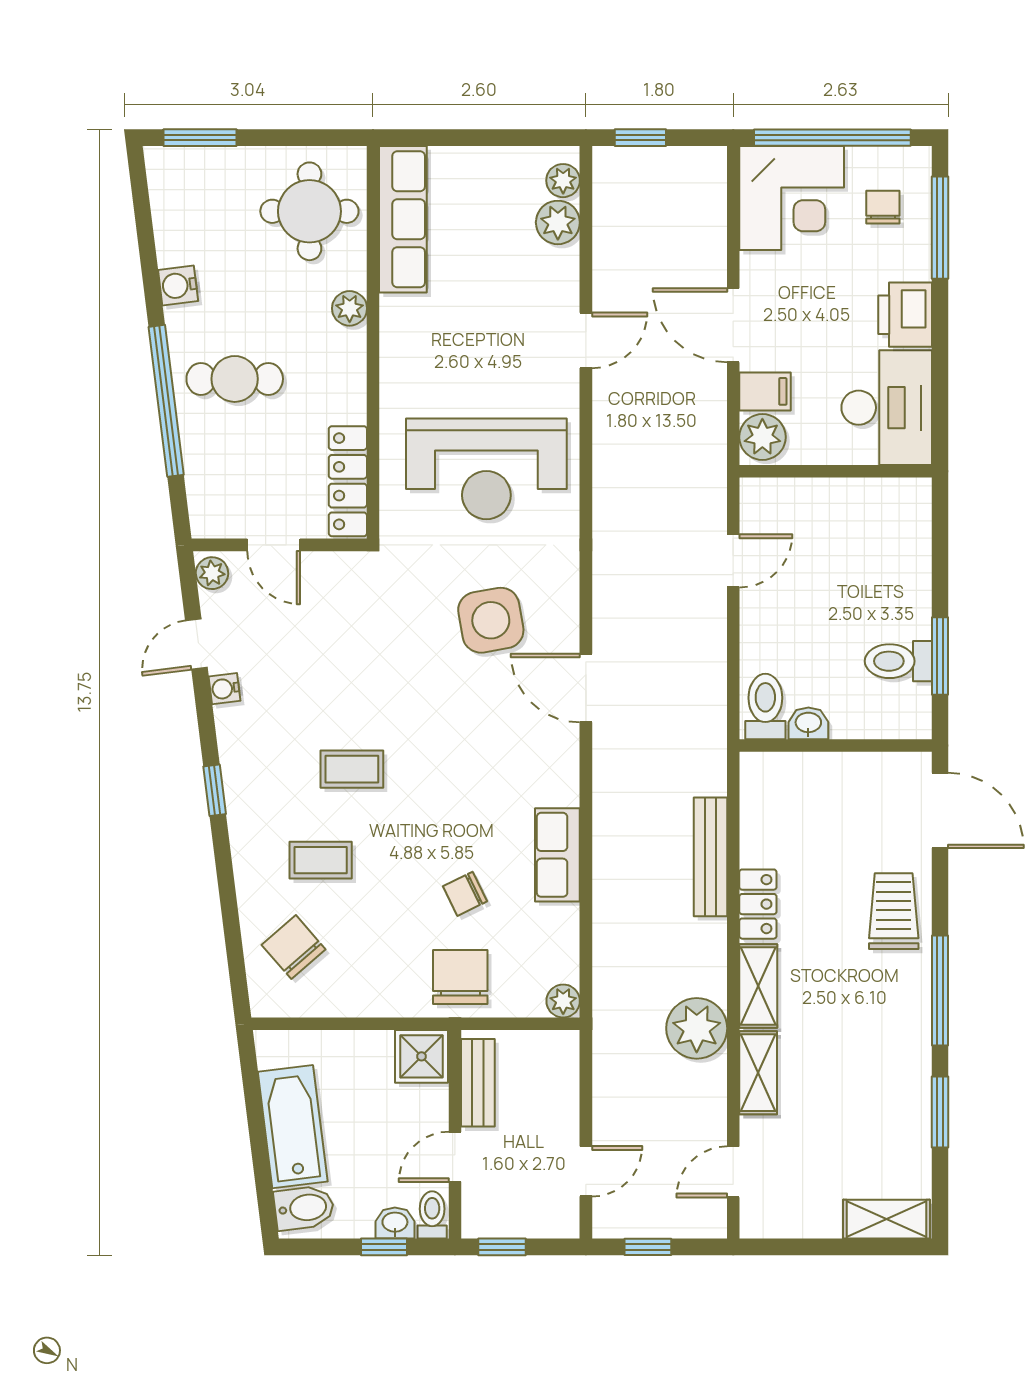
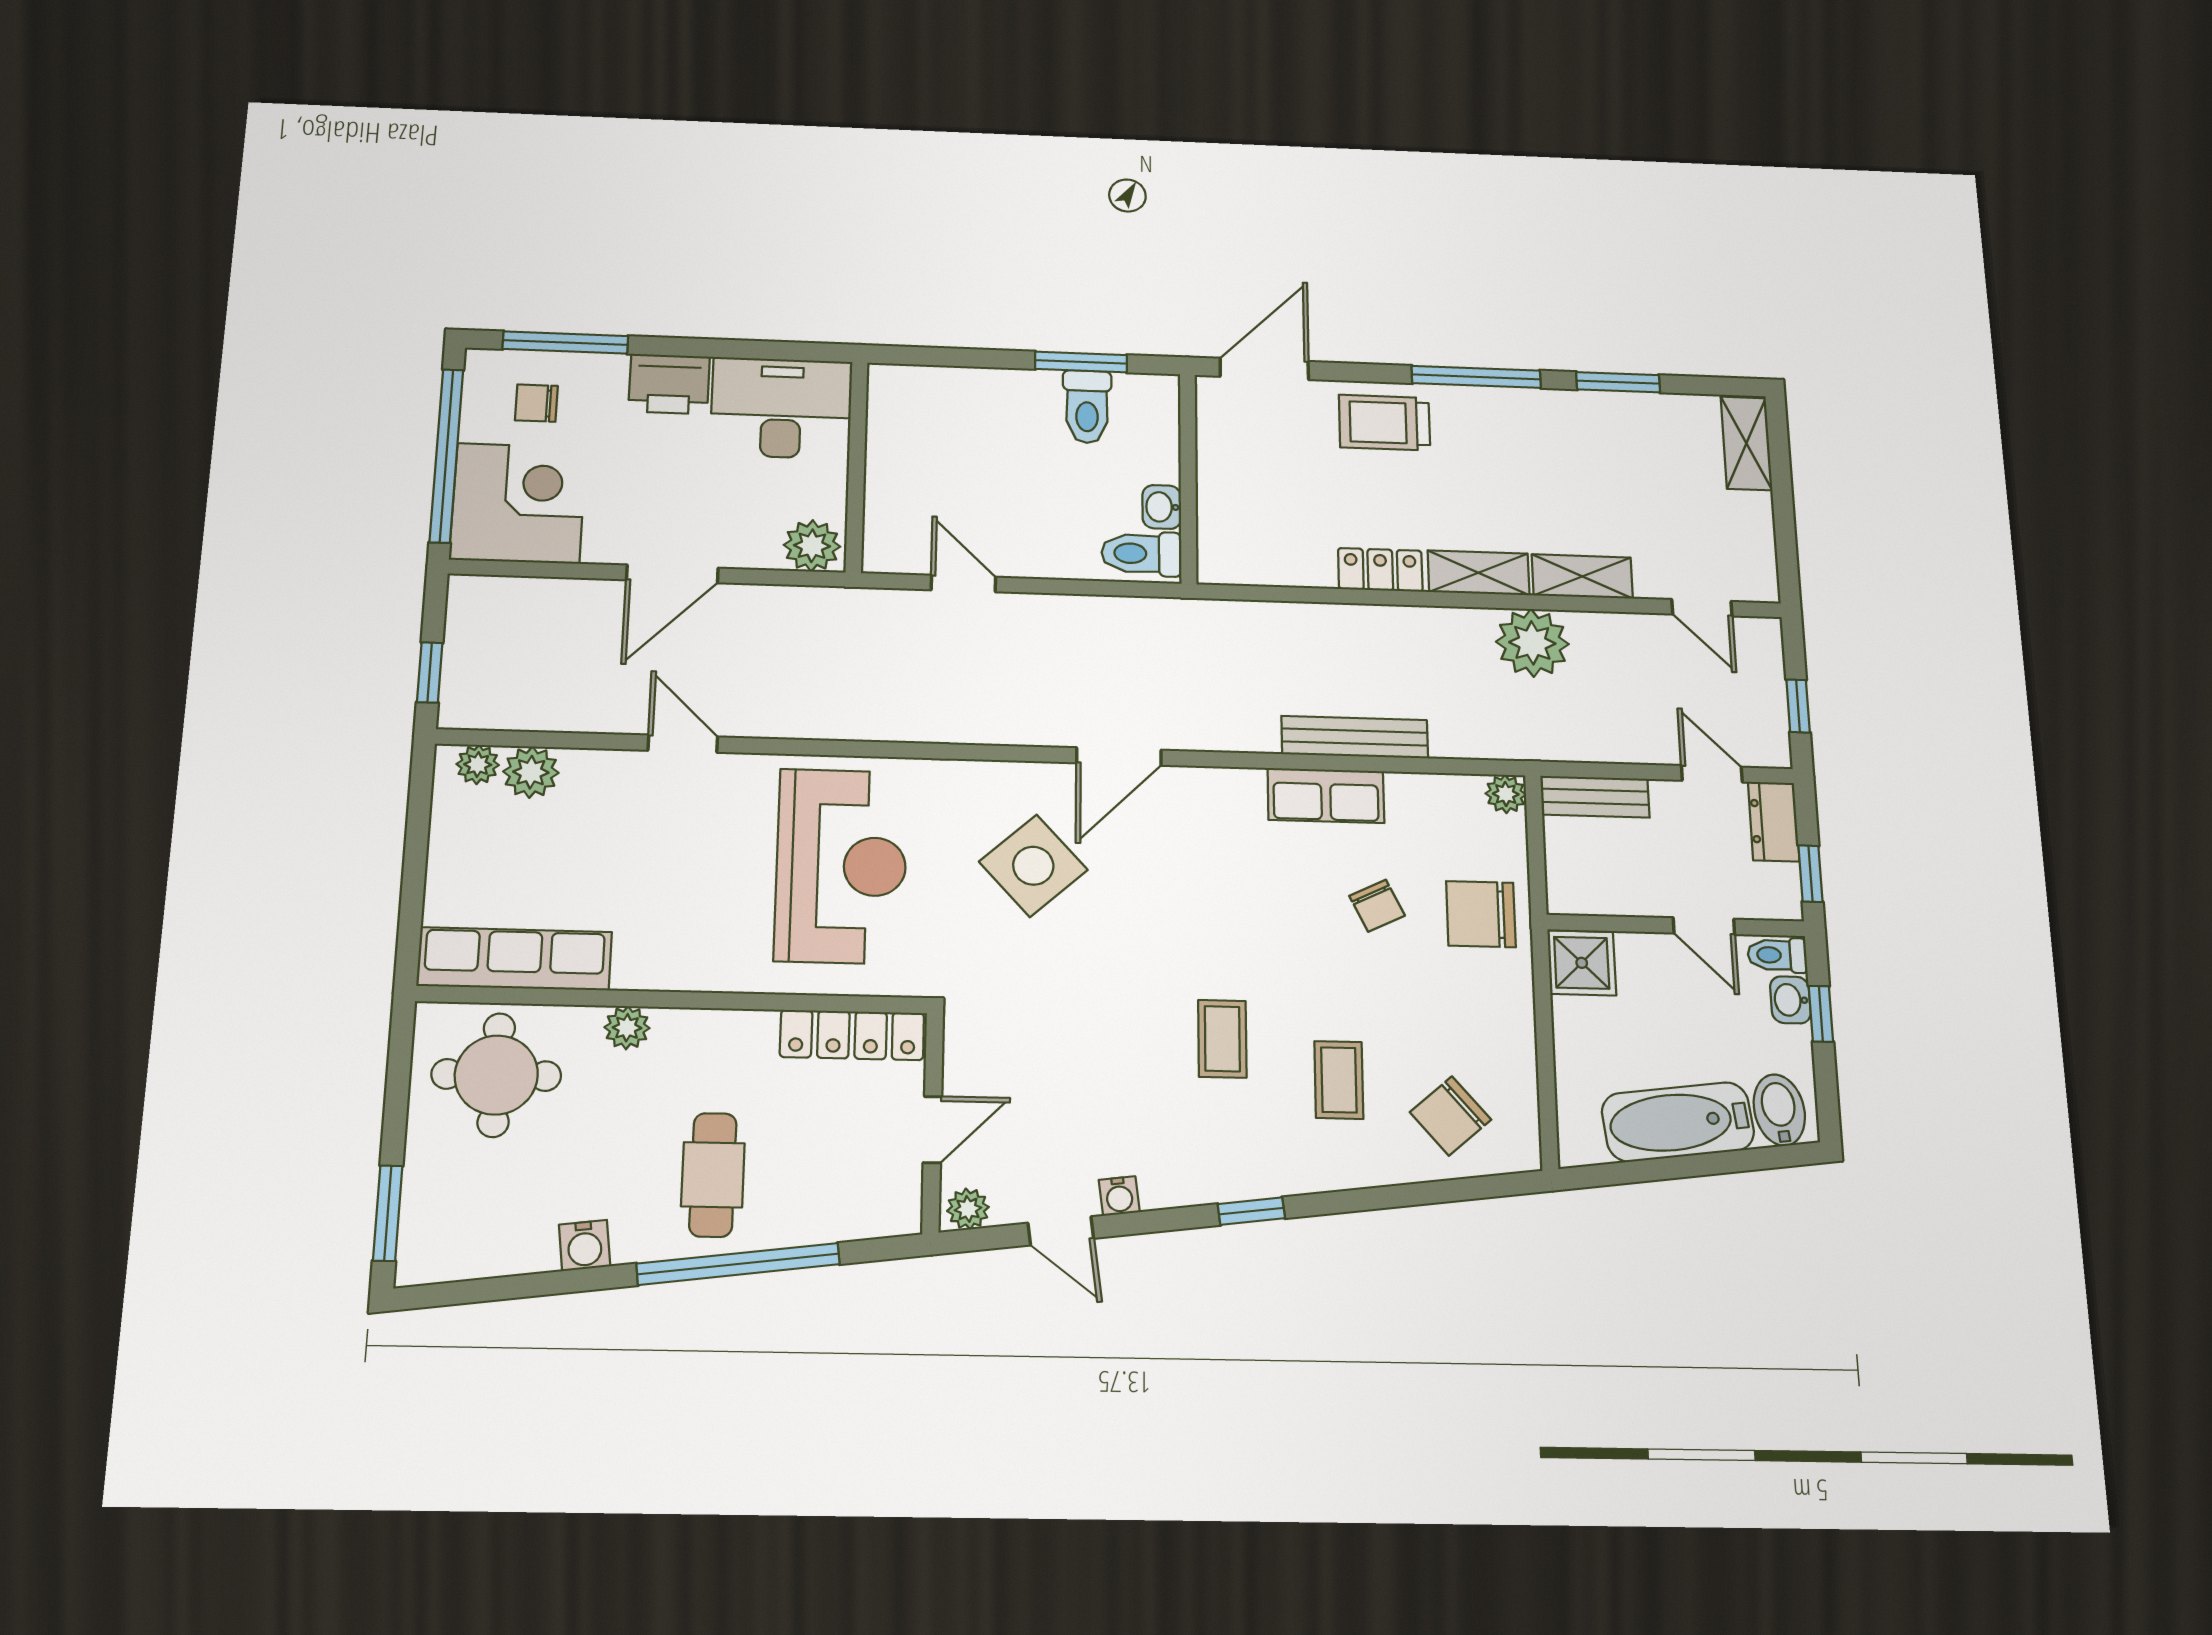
filing cabinet: (765, 391) -> (756, 541), removed
side table: (491, 620) -> (1033, 866), turned -32
bench: (710, 857) -> (1355, 737), moved
bench: (478, 1083) -> (1595, 797), moved
dresser: (546, 1220) -> (1774, 822), added

